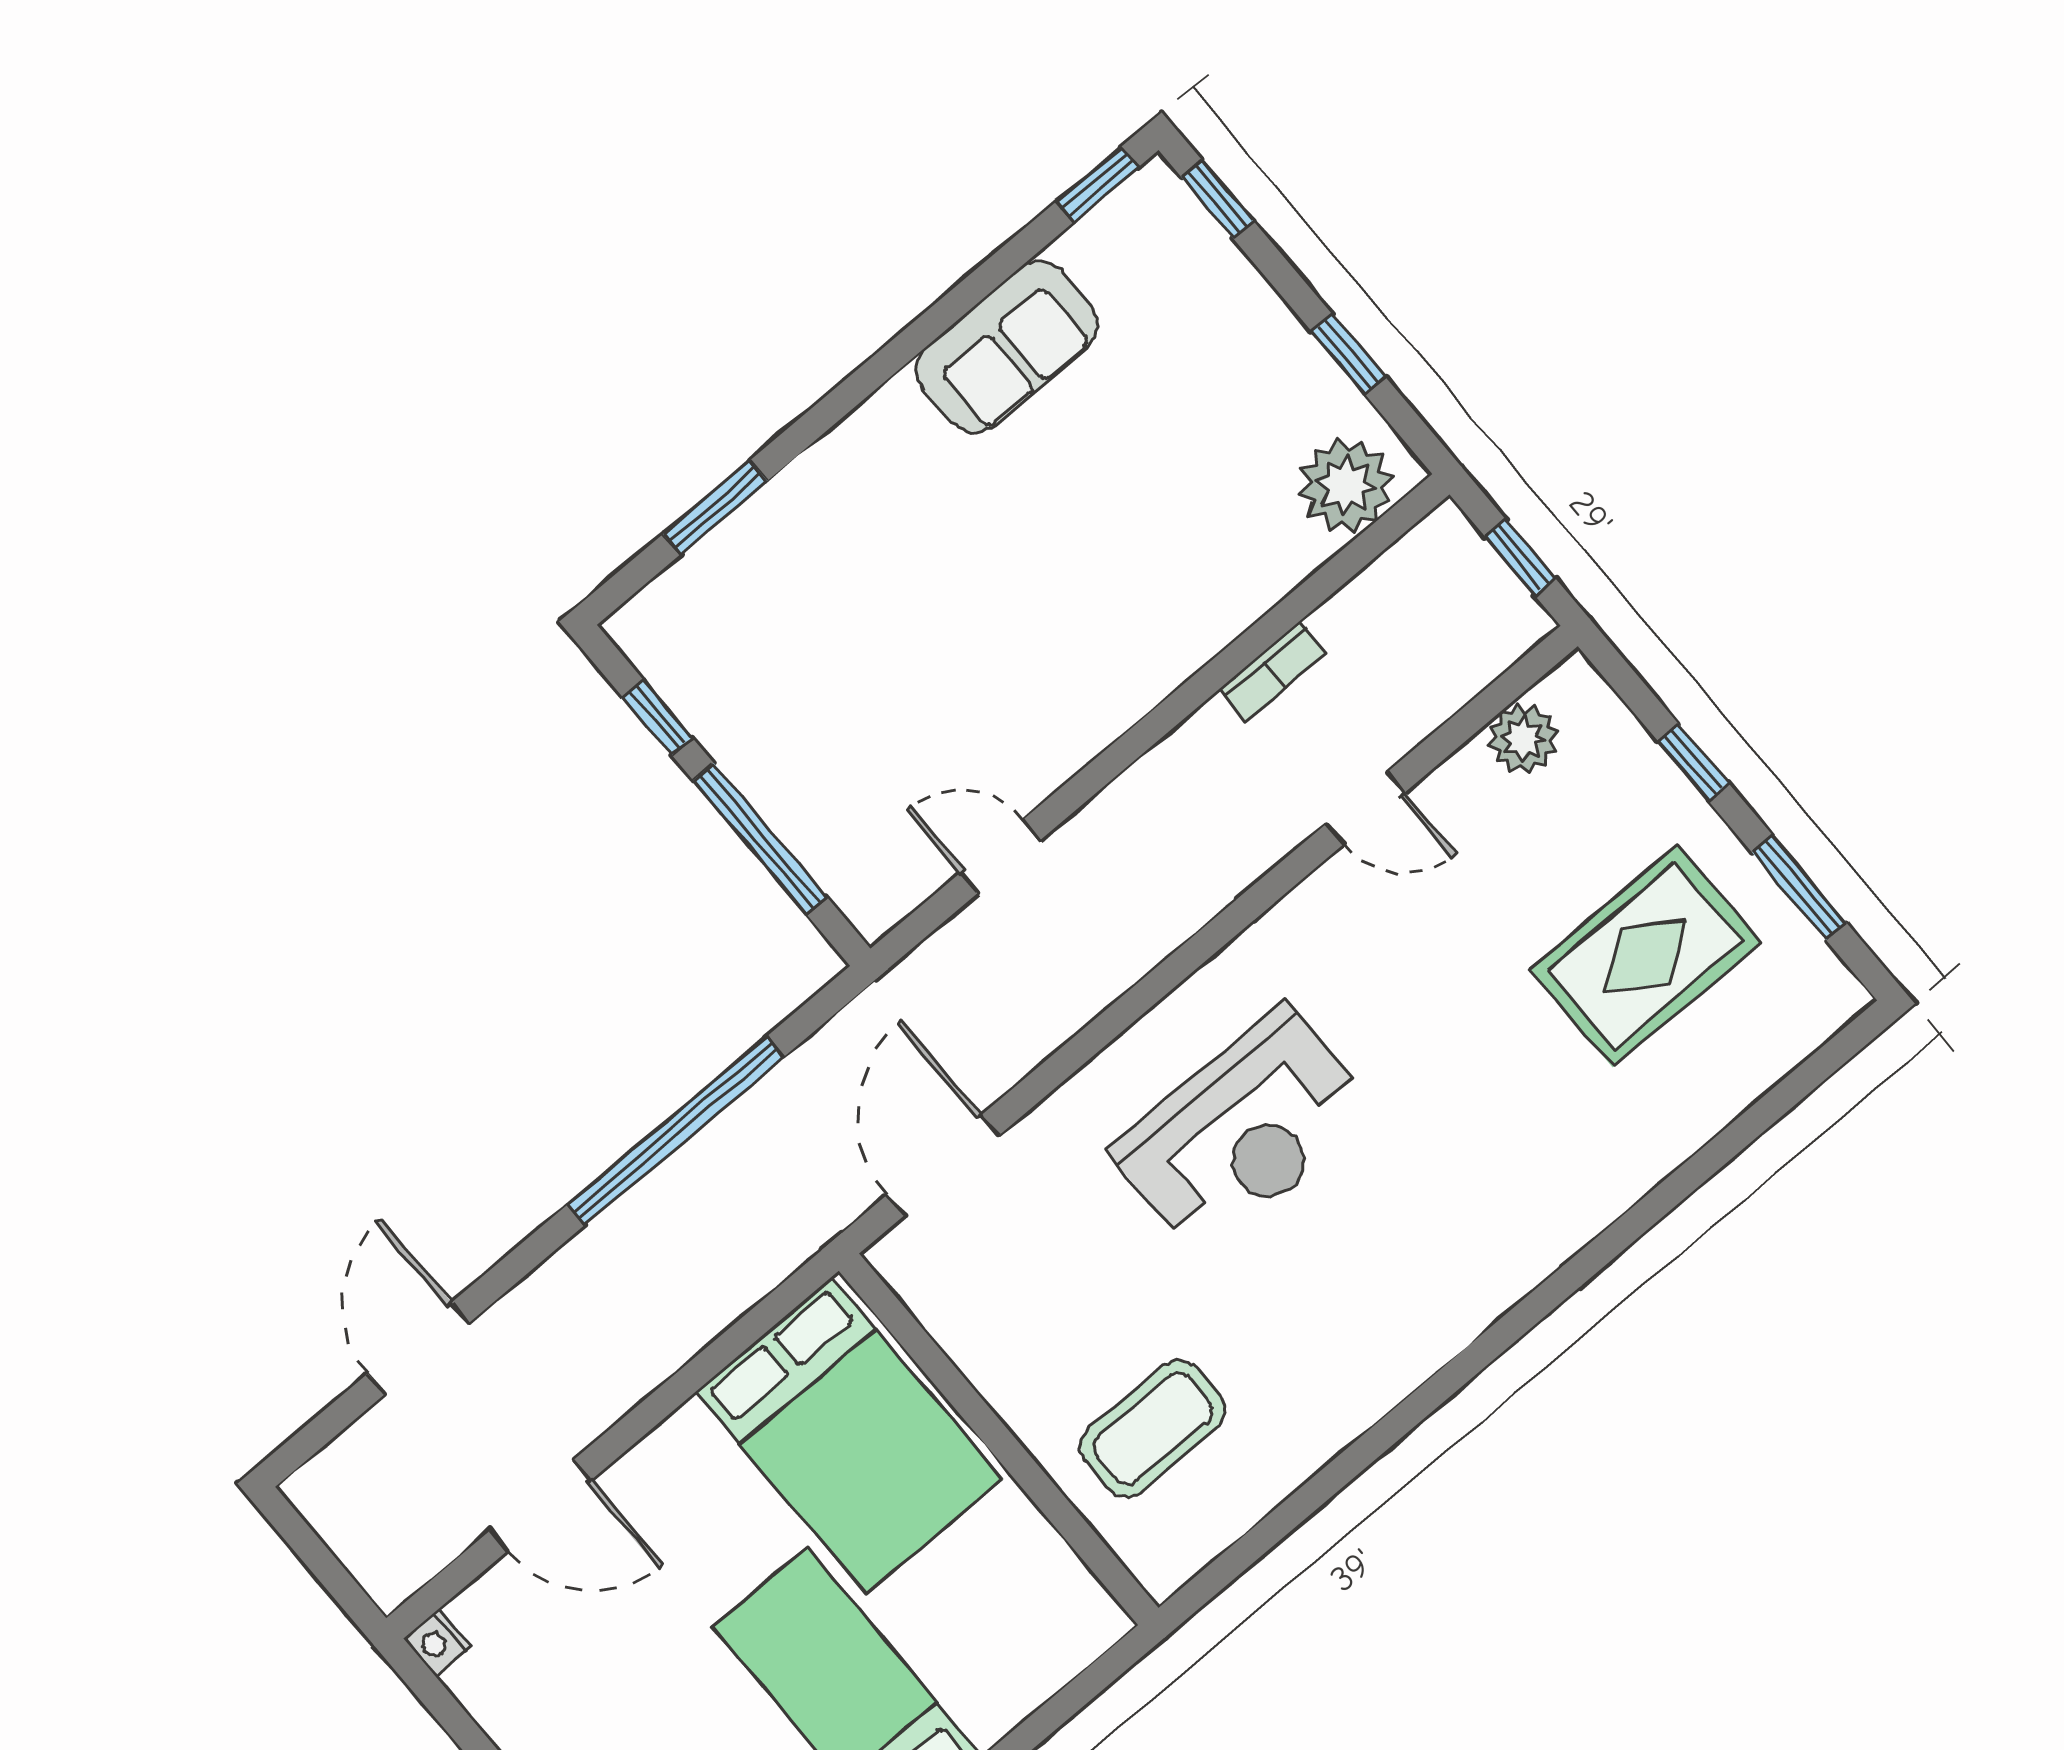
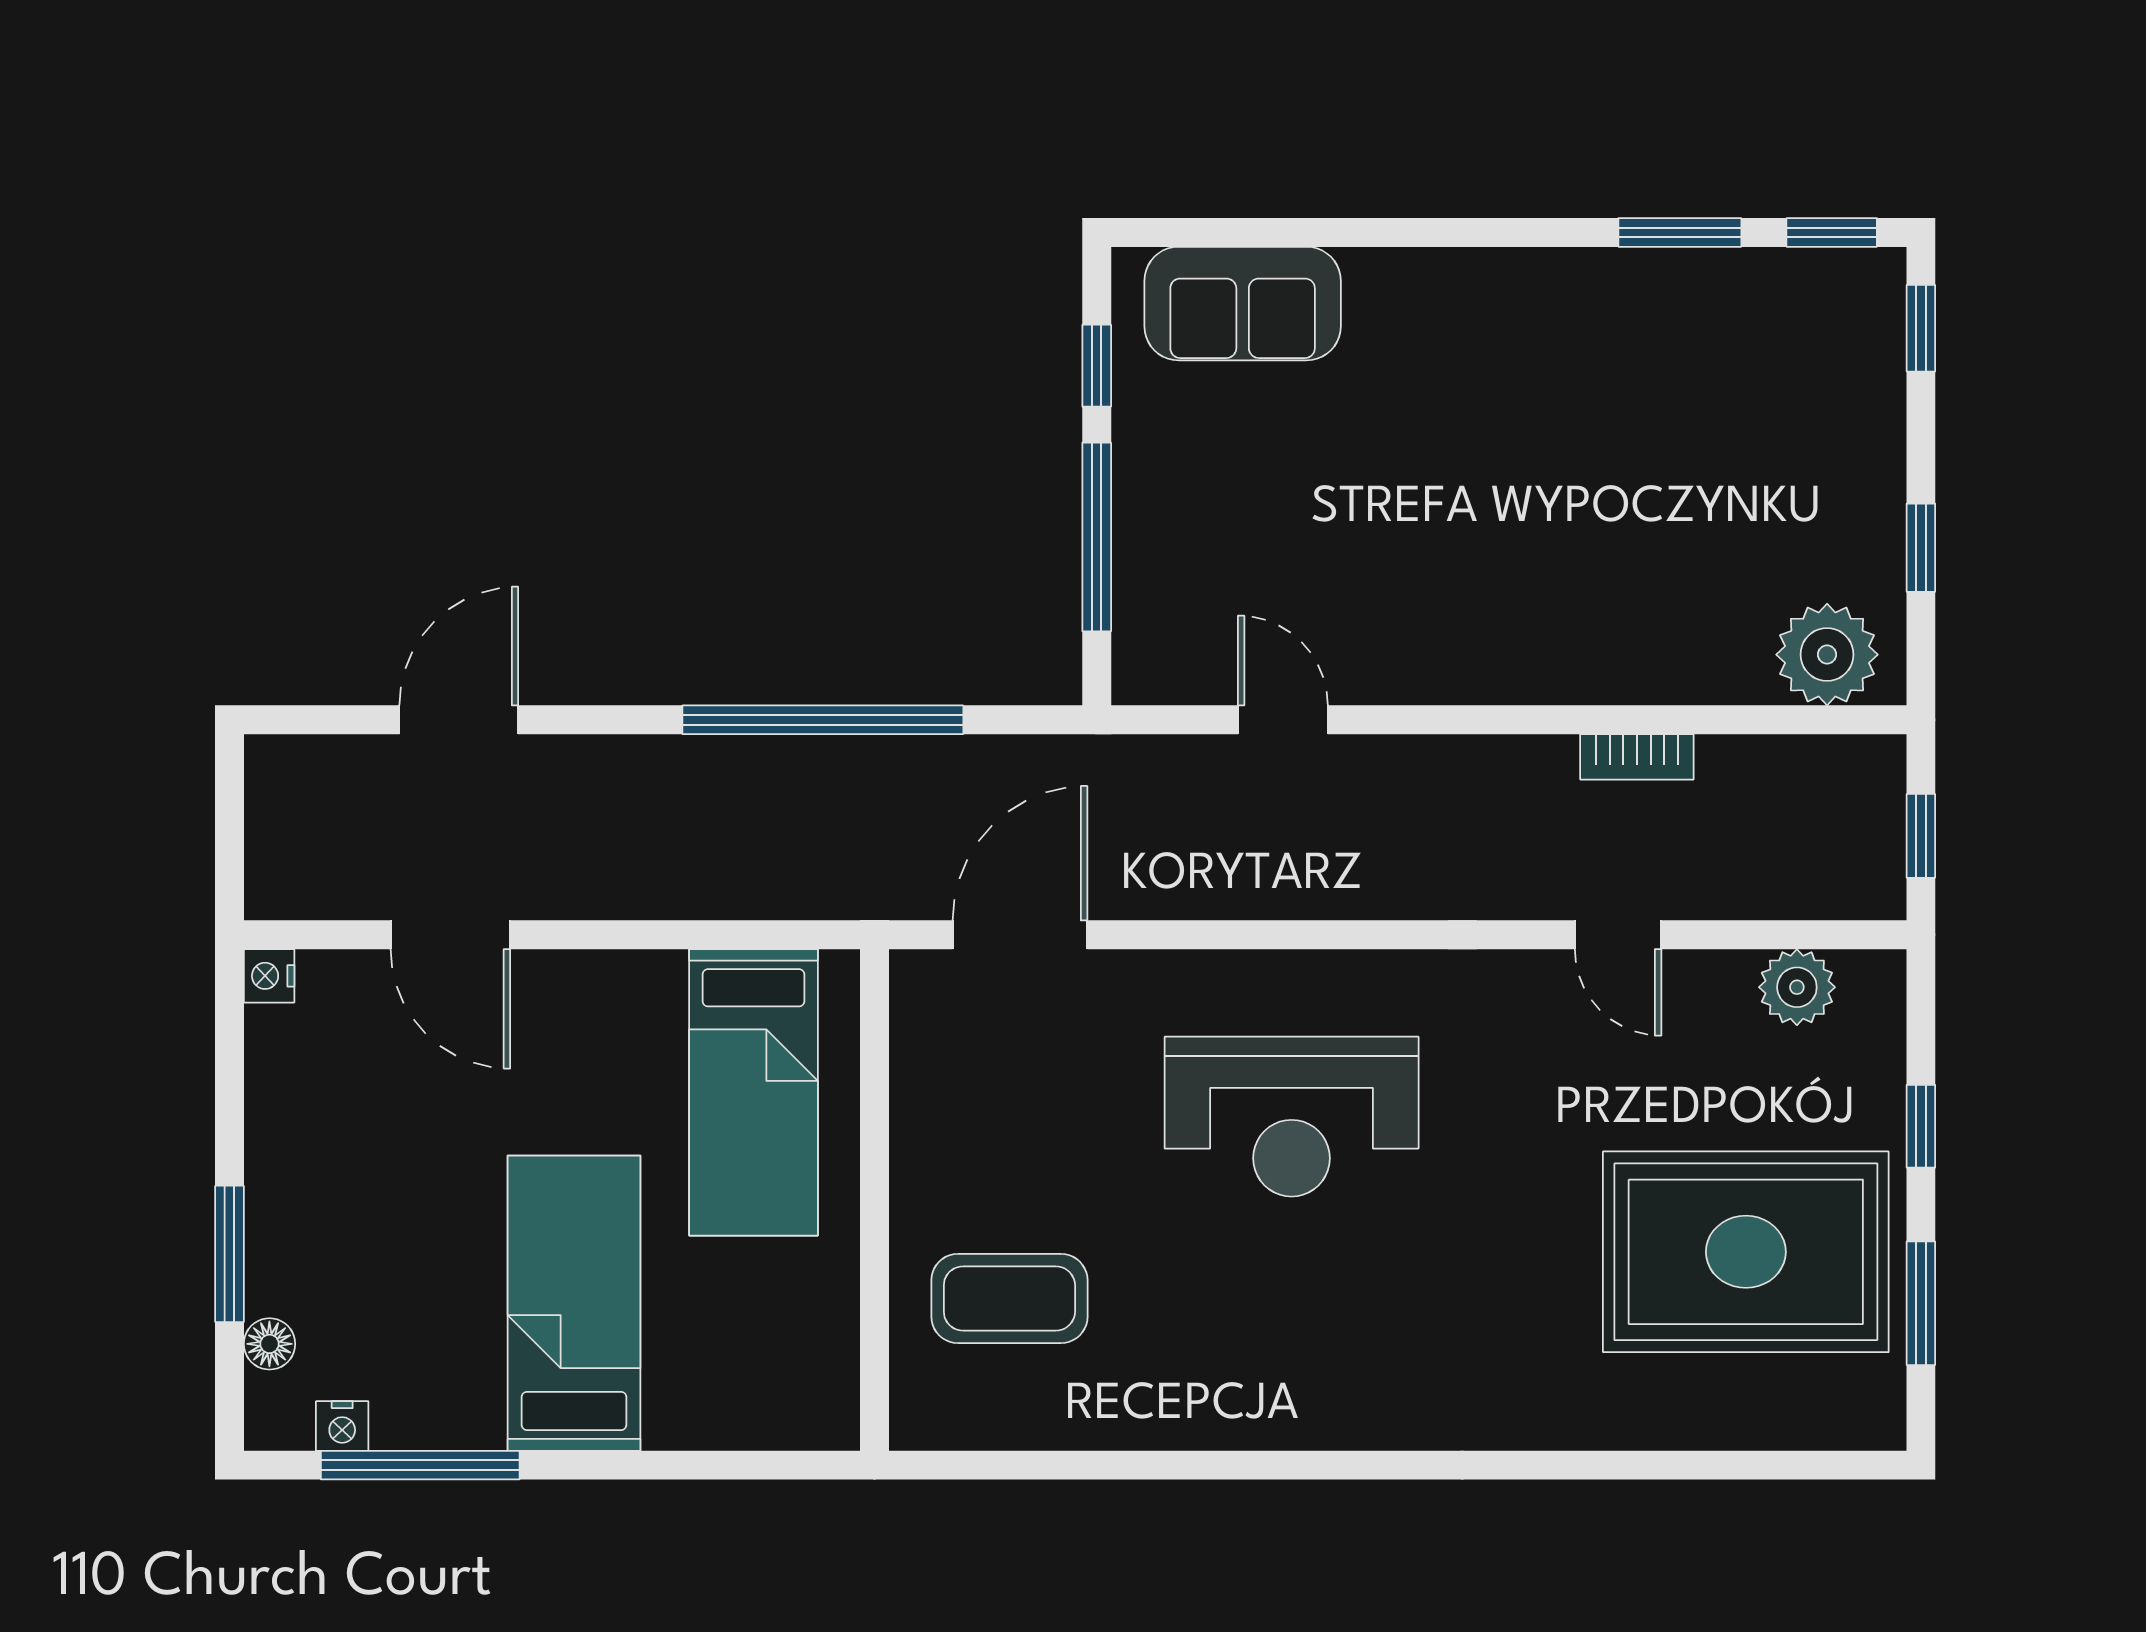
sofa: (1007, 347) -> (1243, 304), moved
window: (715, 507) -> (1680, 232), moved
rug: (1645, 956) -> (1746, 1252), width x1.37, depth x1.44
bed: (849, 1436) -> (753, 1092), width x0.67

